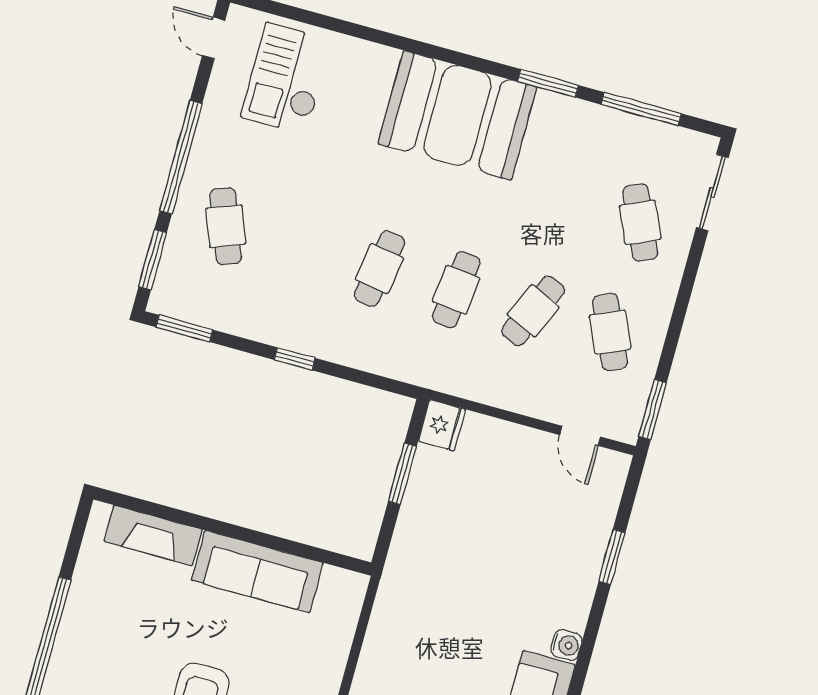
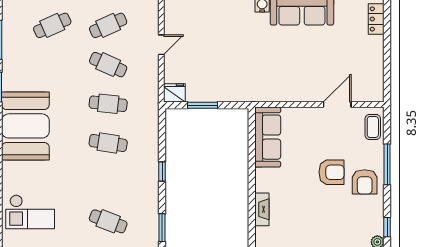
cafe table: (226, 226) -> (108, 221), turned 42
door: (580, 436) -> (161, 45), moved
fireplace: (153, 535) -> (262, 209), width x0.73, depth x0.76
sofa: (257, 572) -> (268, 137), moved

